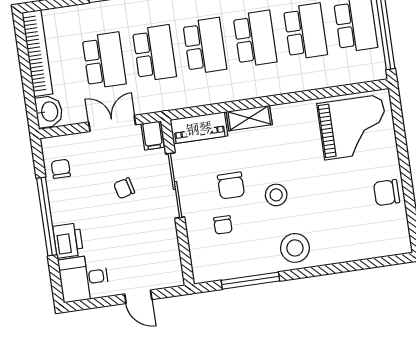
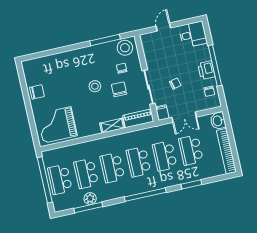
printer: (68, 240) -> (206, 70), moved
stool: (295, 248) -> (125, 48), moved
door: (138, 297) -> (163, 27), hinge flipped

